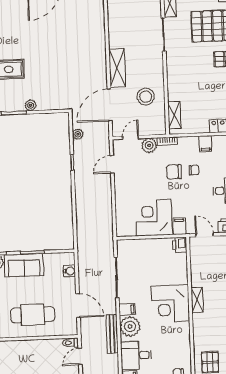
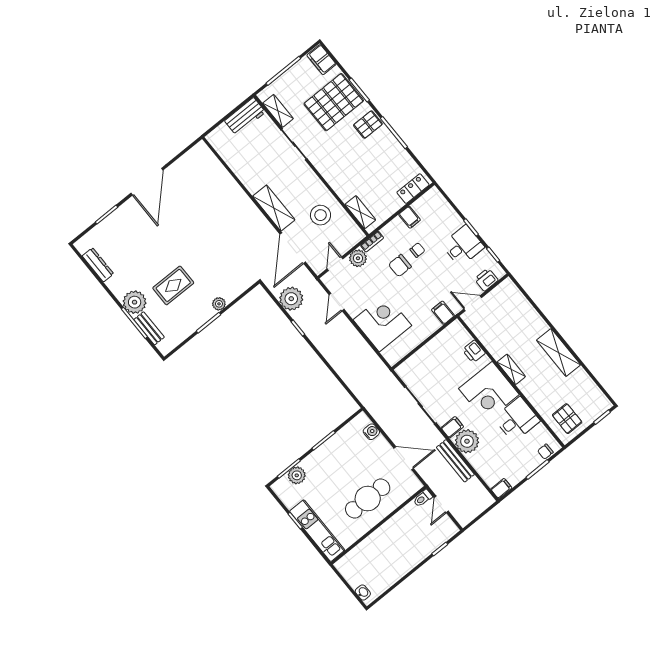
plant: (78, 134) -> (291, 299), width x1.88, depth x1.88
corner desk: (154, 218) -> (382, 323), moved, turned 90
printer: (180, 245) -> (474, 351), moved
sofa: (24, 265) -> (325, 458), removed
desk: (136, 355) -> (517, 419), moved, turned 180

